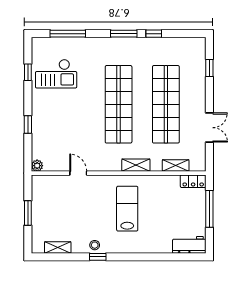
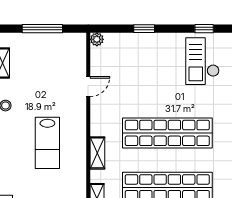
lab bench: (127, 209) -> (47, 143), turned 90
window: (28, 213) -> (42, 29), width x1.44

